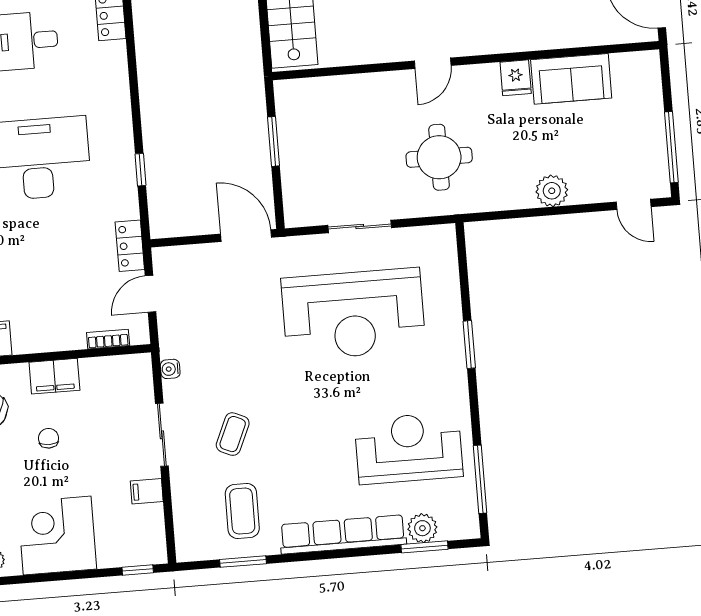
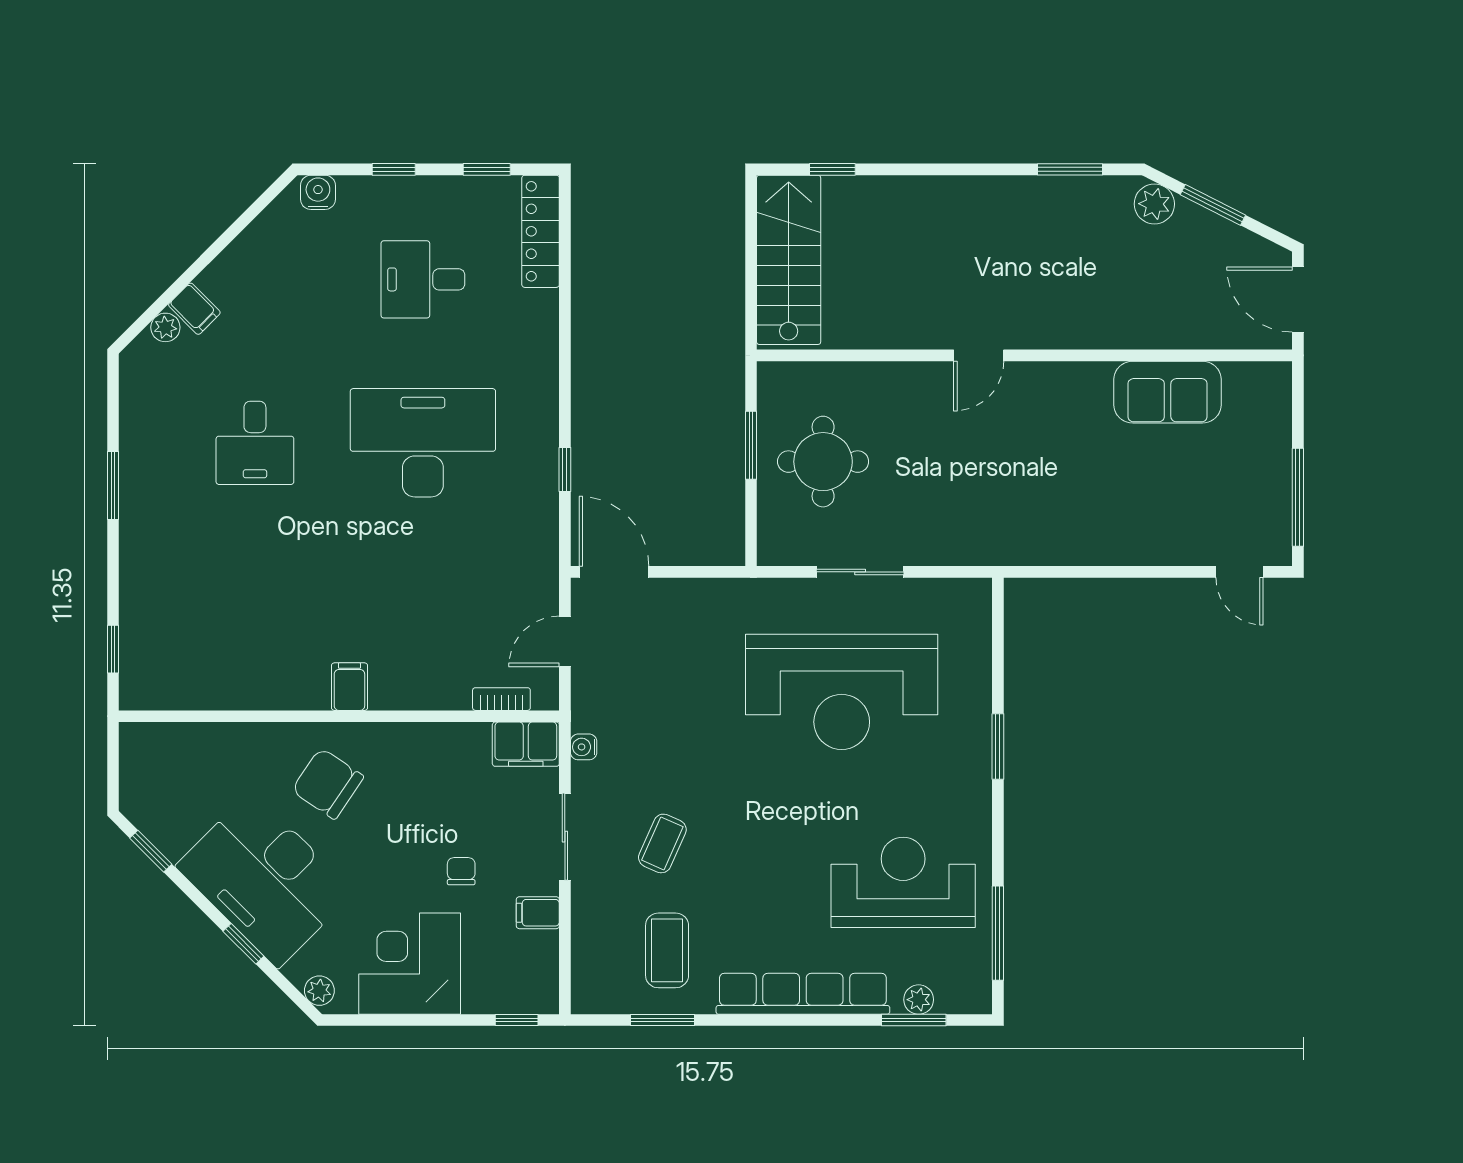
fridge: (516, 78) -> (1091, 385), removed
round table: (439, 157) -> (823, 462), moved
plant: (552, 191) -> (1128, 544), removed
door: (246, 236) -> (614, 572), moved
locker: (130, 246) -> (542, 573), removed
filing cabinet: (54, 376) -> (526, 744), moved
chair: (49, 438) -> (461, 871), moved
plant: (422, 528) -> (919, 1000), width x0.73, depth x0.73

